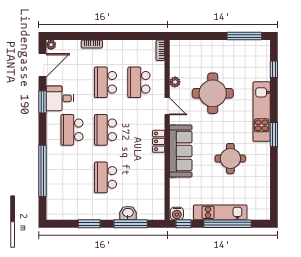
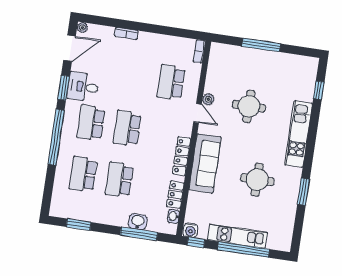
window: (244, 36) -> (261, 45), moved
school desk: (105, 82) -> (83, 174), moved
plant: (175, 82) -> (208, 99), moved
round table: (213, 93) -> (249, 106), width x0.73, depth x0.73
window: (274, 135) -> (303, 192), moved
locker: (159, 141) -> (182, 156), width x1.53
window: (42, 171) -> (56, 137), moved
locker: (158, 183) -> (175, 195), added
washbasin: (160, 203) -> (173, 216), added
window: (89, 224) -> (79, 225), moved

